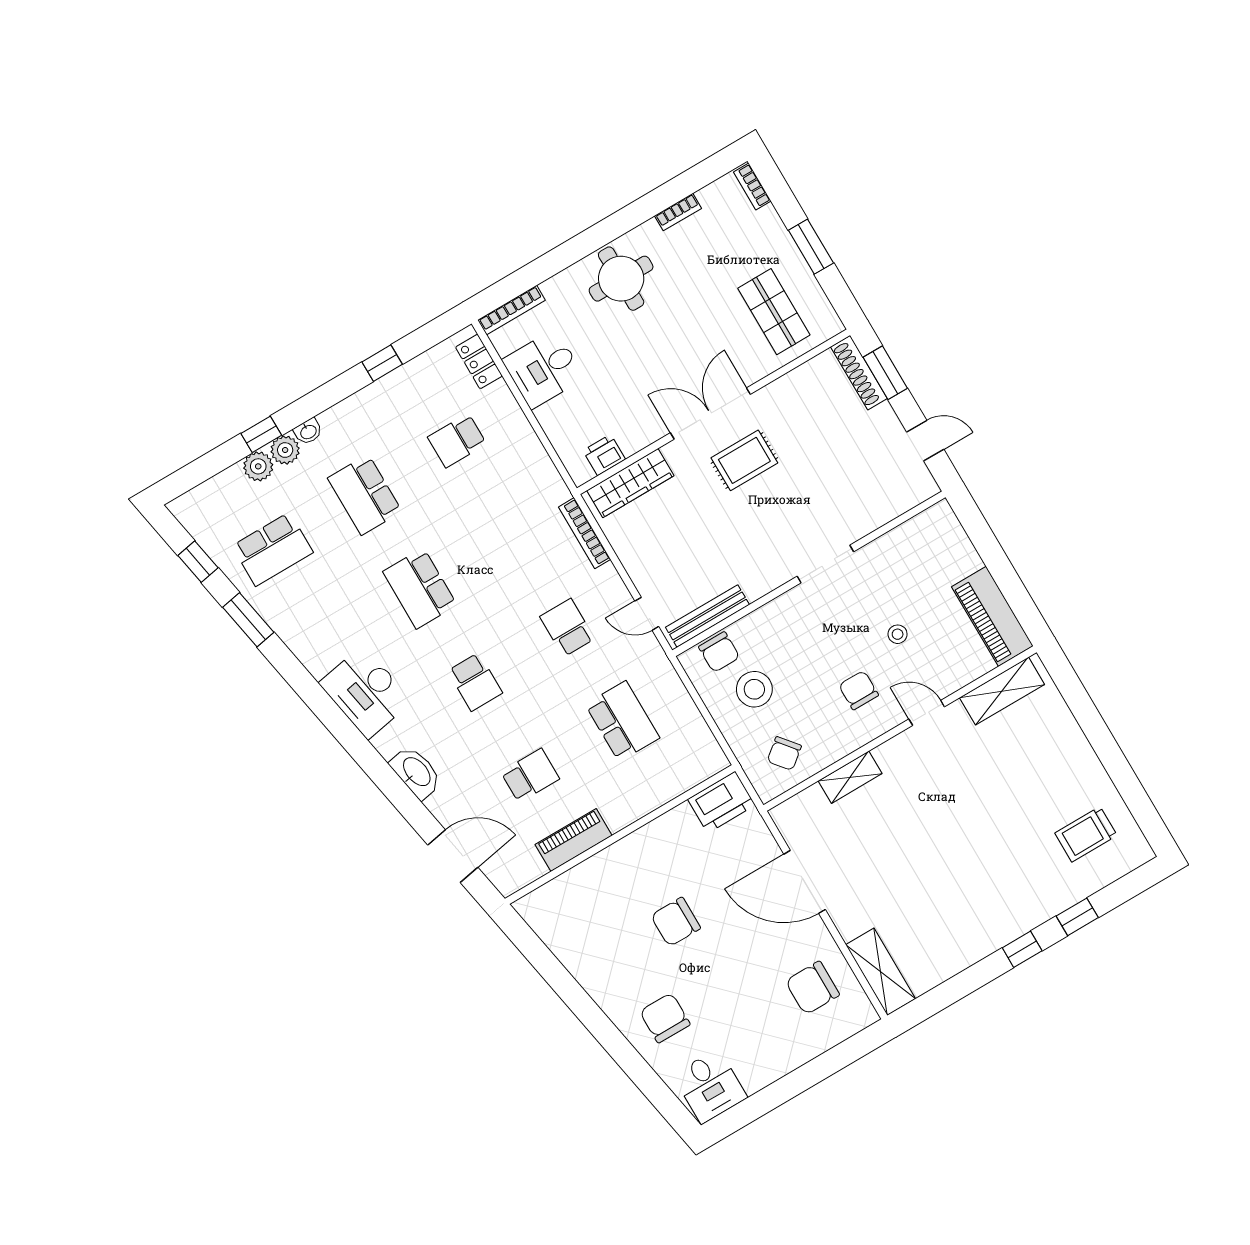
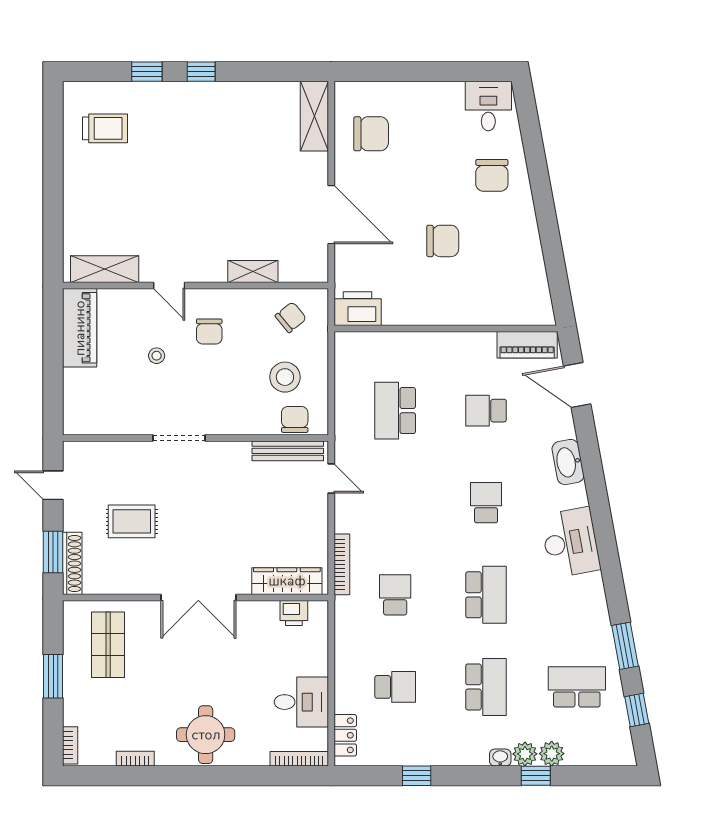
rug: (744, 460) -> (132, 521), moved
school desk: (567, 628) -> (395, 595), moved, turned 180
piano: (574, 840) -> (527, 345), moved

